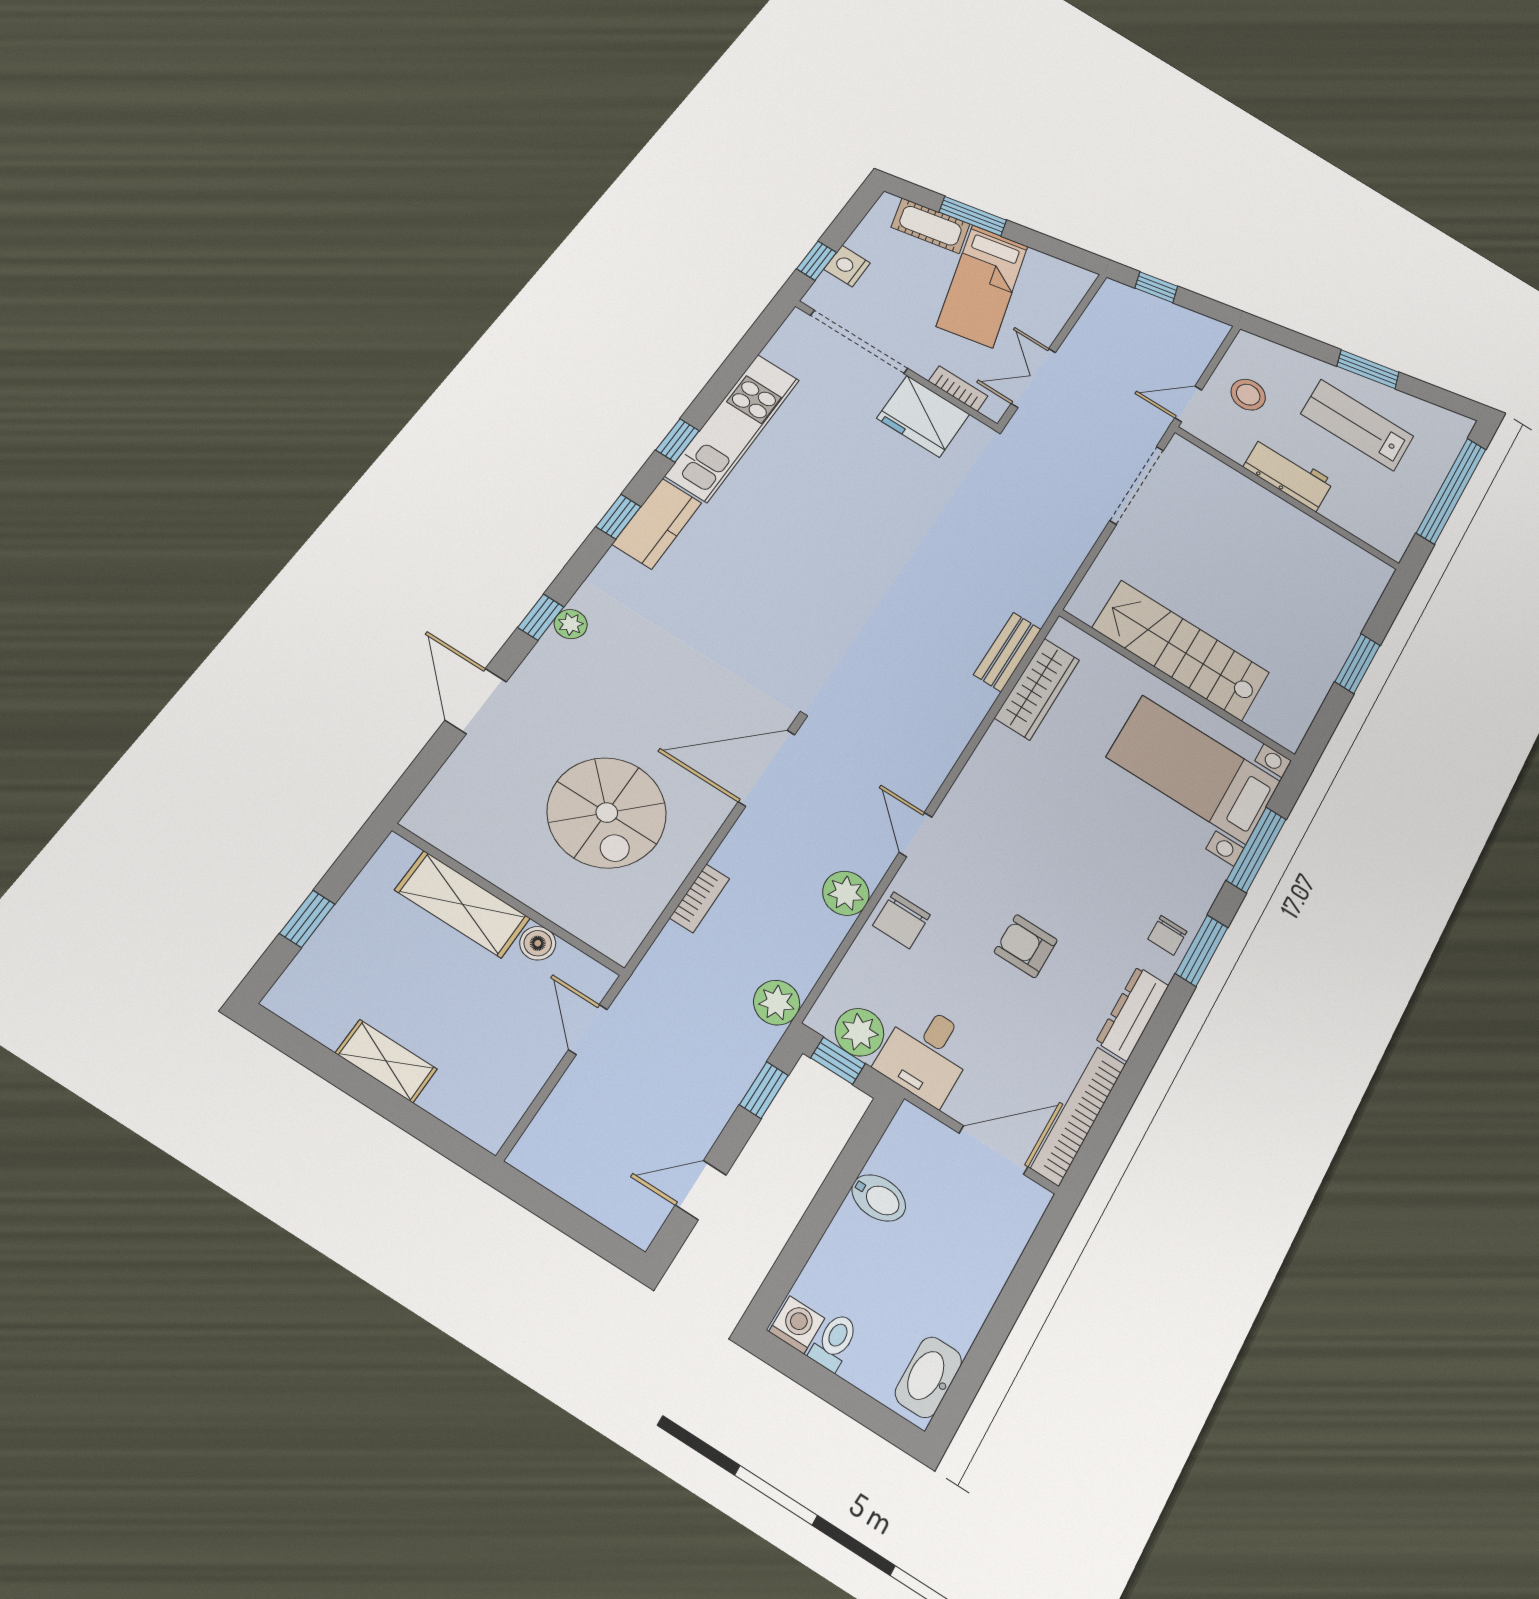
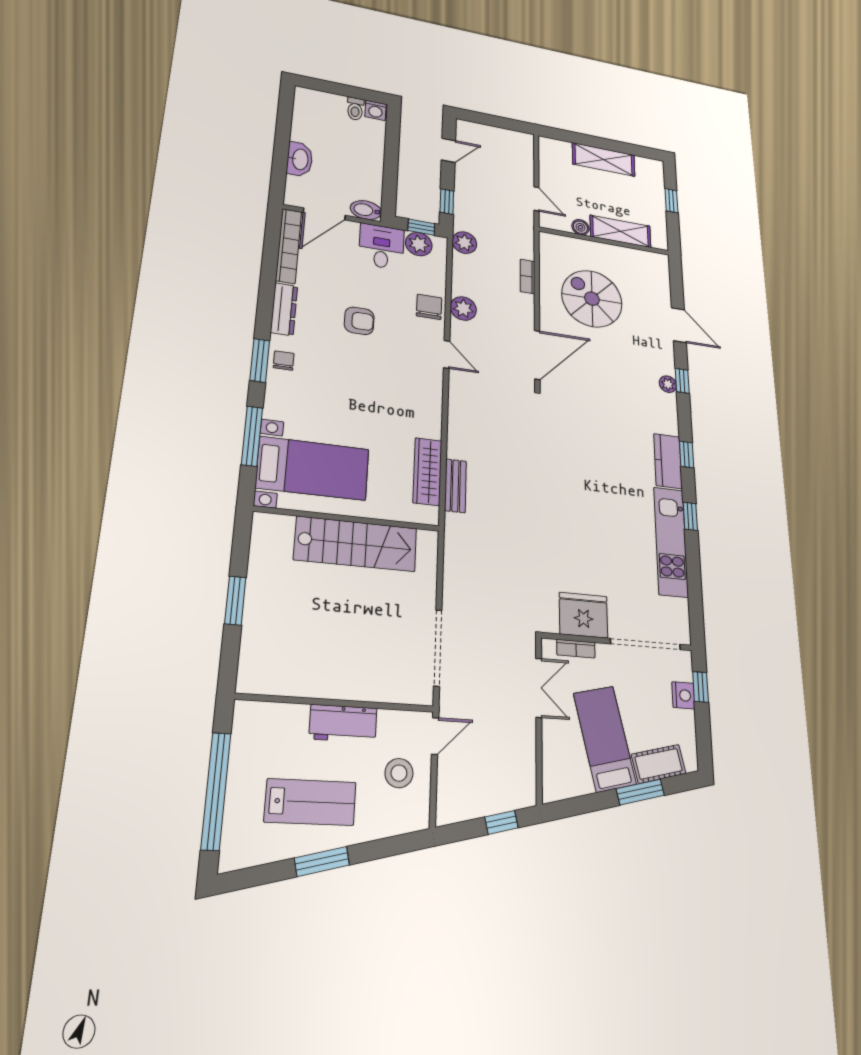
shelving: (386, 1061) -> (604, 159), width x1.50, depth x1.33
bidet: (879, 1198) -> (366, 210), moved
washbasin: (929, 1377) -> (300, 159), moved

